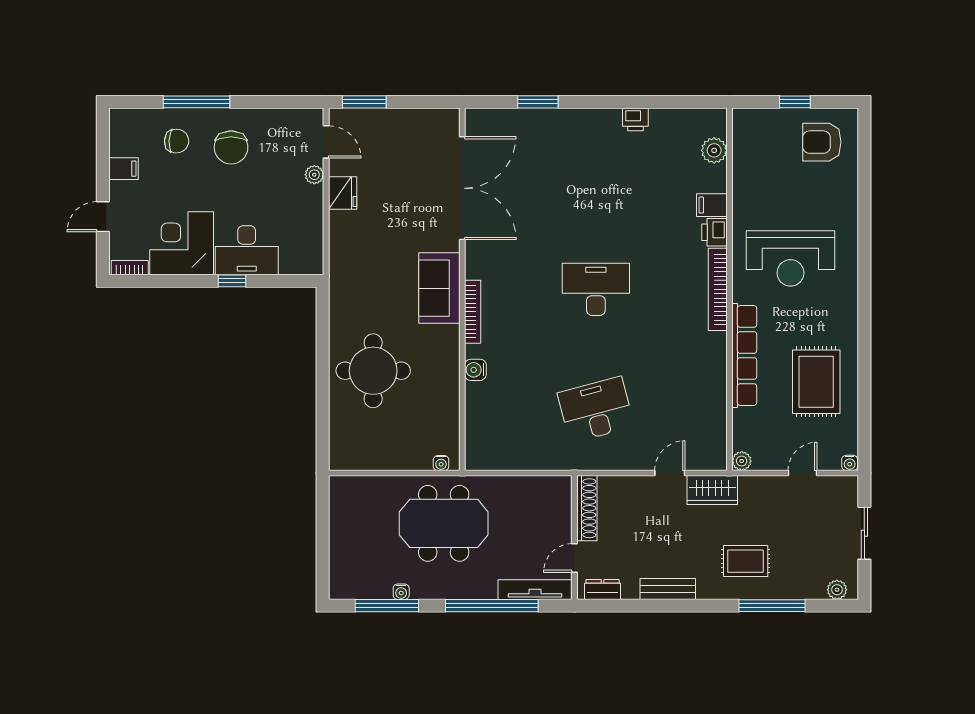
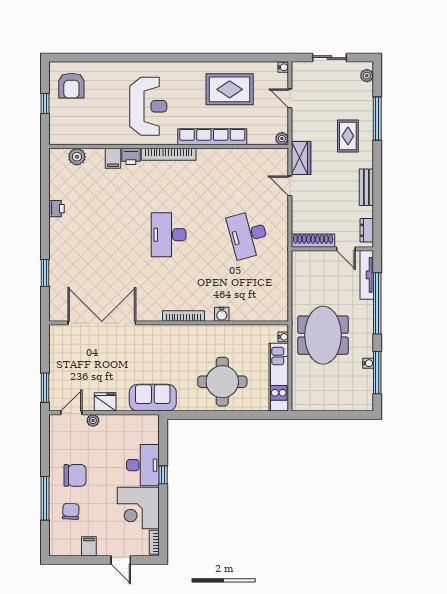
sofa: (439, 288) -> (153, 398), moved, turned 180
kitchen unit: (380, 456) -> (279, 377), added

